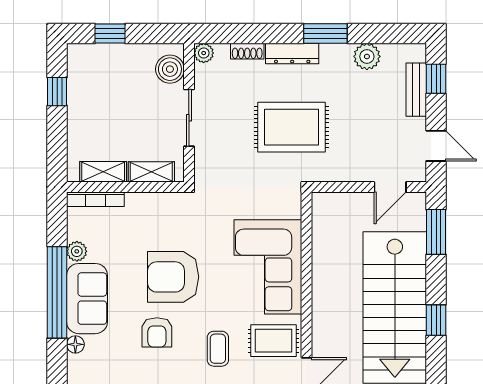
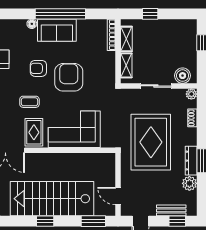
dresser: (292, 53) -> (191, 161), moved
window: (57, 92) -> (150, 14), moved
rug: (292, 127) -> (151, 142), width x1.37, depth x1.44
plant: (77, 251) -> (83, 25), removed

